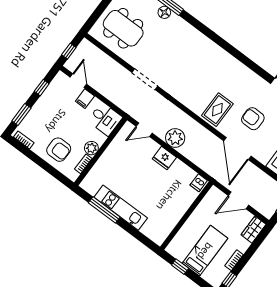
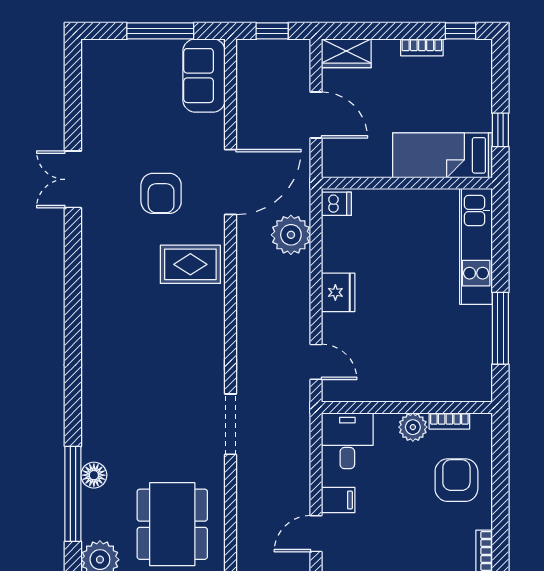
plant: (175, 138) -> (291, 235), moved
kitchen unit: (121, 208) -> (476, 246), moved
bed: (205, 251) -> (443, 155), moved

